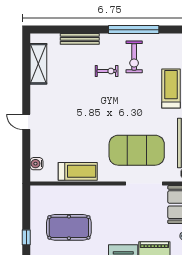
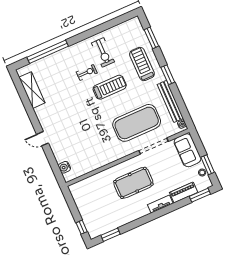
window: (134, 30) -> (48, 52), moved
bench: (80, 39) -> (55, 57), removed
treadmill: (78, 171) -> (110, 87), moved
pool table: (69, 227) -> (133, 183), moved

